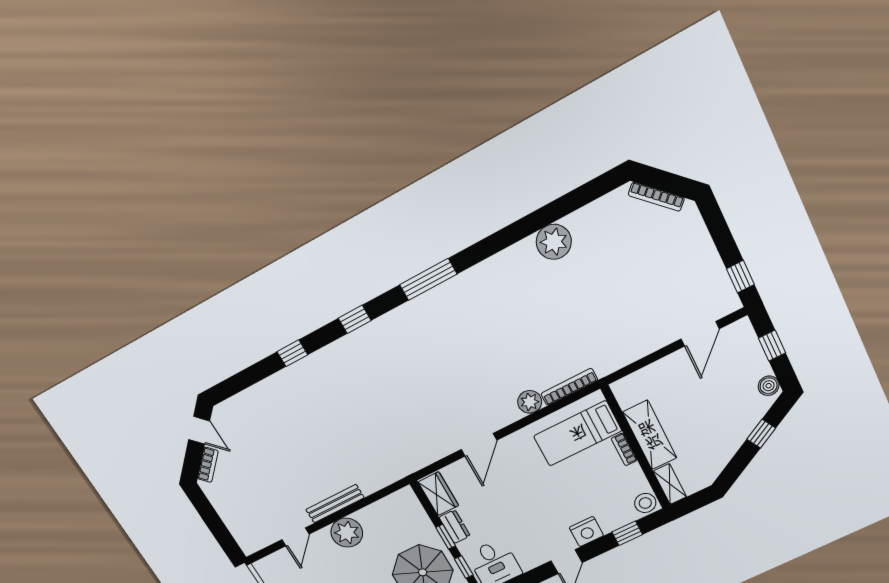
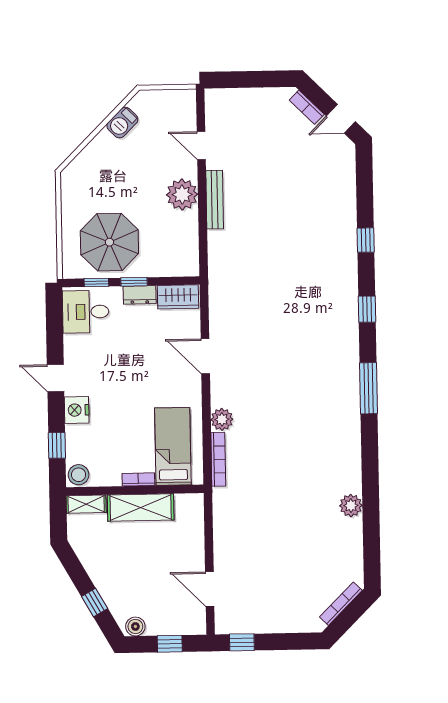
plant: (554, 242) -> (351, 506), width x0.73, depth x0.73

